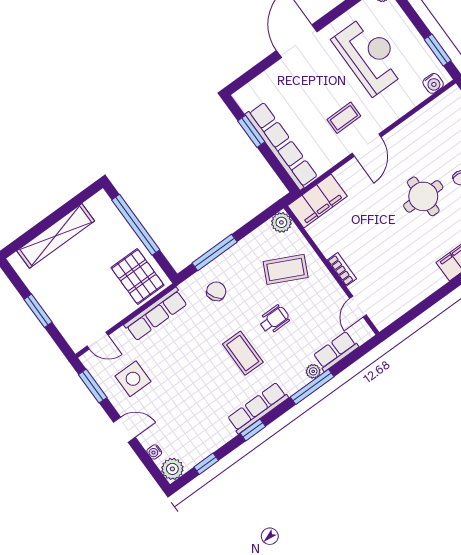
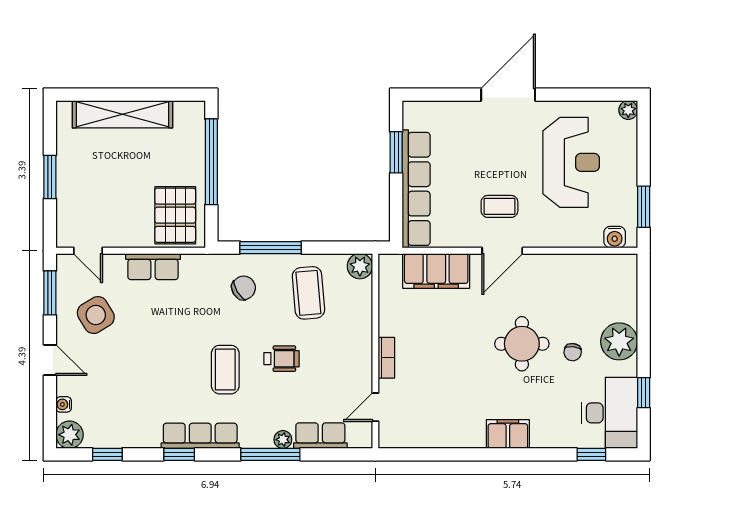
filing cabinet: (317, 201) -> (436, 271), moved
coffee table: (286, 269) -> (308, 293), moved, turned 59
row of seats: (156, 314) -> (153, 267), width x0.68
side table: (133, 379) -> (96, 315), turned -31

